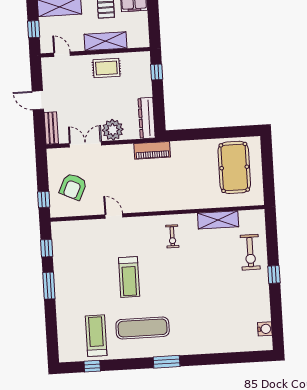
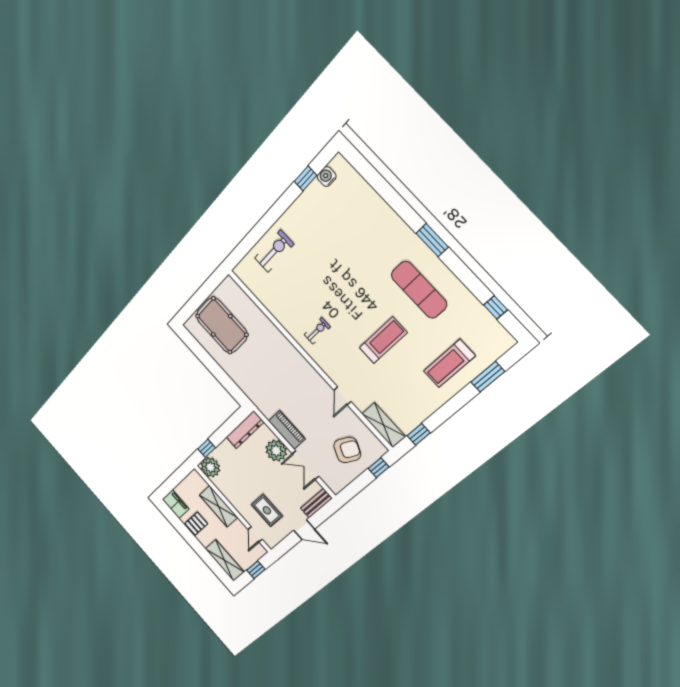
plant: (140, 62) -> (210, 467), added
rug: (106, 68) -> (267, 510), moved
door: (38, 100) -> (304, 530), hinge flipped
piano: (152, 150) -> (287, 430), moved
pool table: (234, 167) -> (222, 325), turned 90
shelving: (218, 220) -> (384, 425), moved
window: (274, 274) -> (306, 178), moved
window: (49, 286) -> (488, 377), moved
treadmill: (96, 336) -> (449, 364), moved

